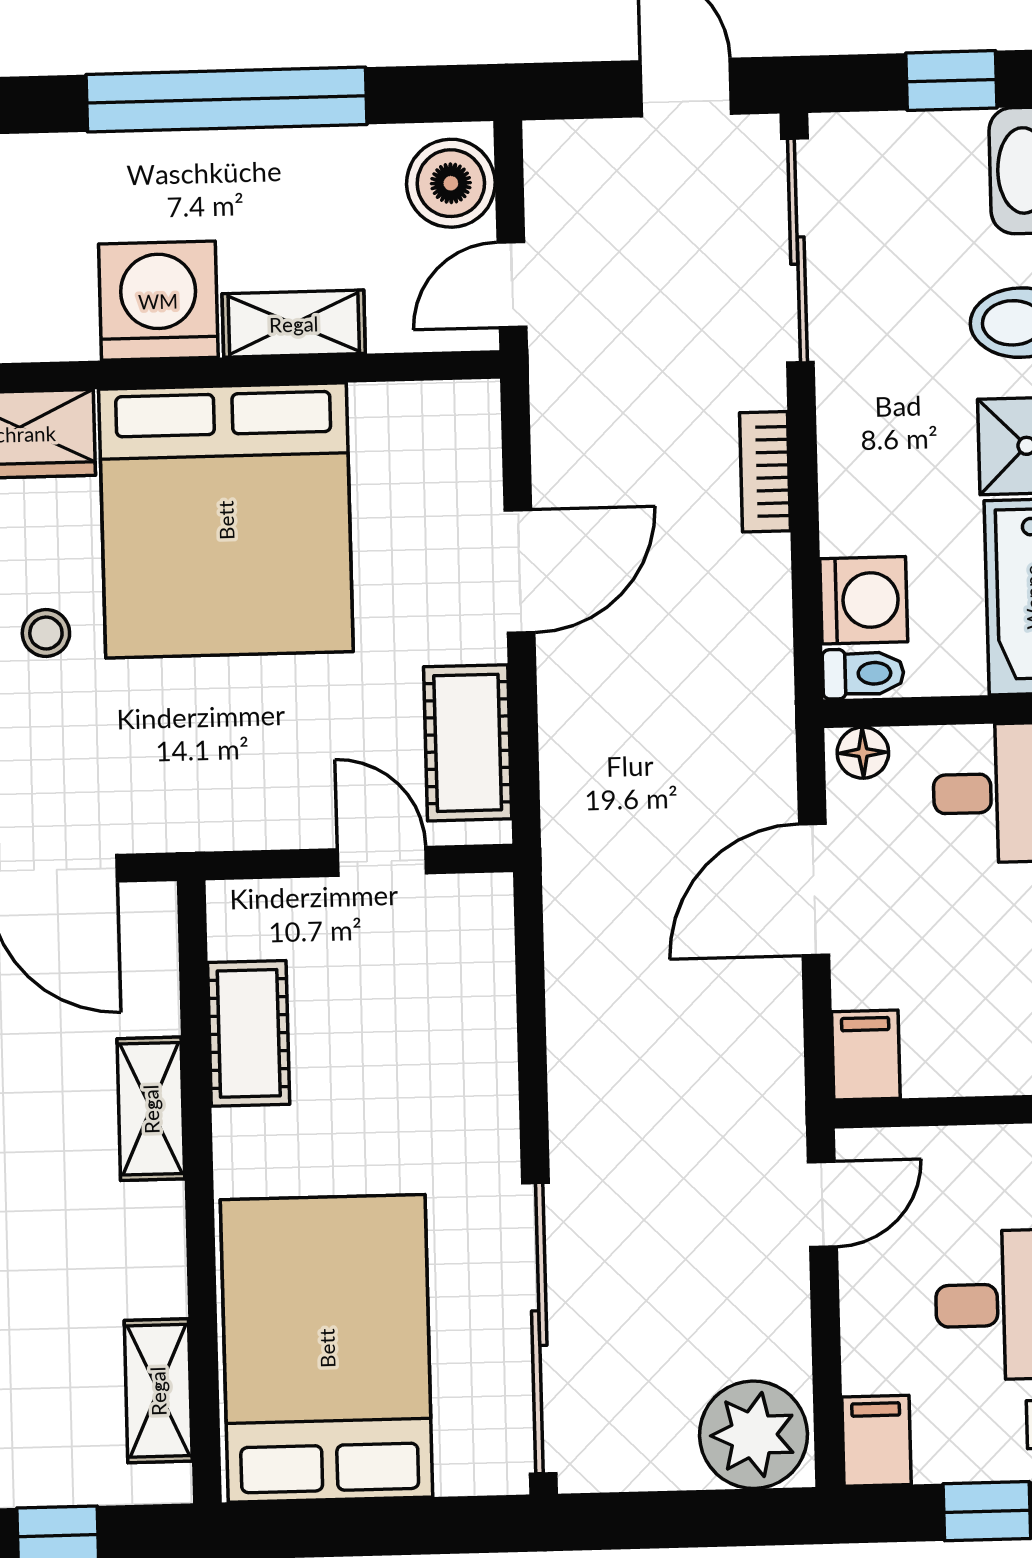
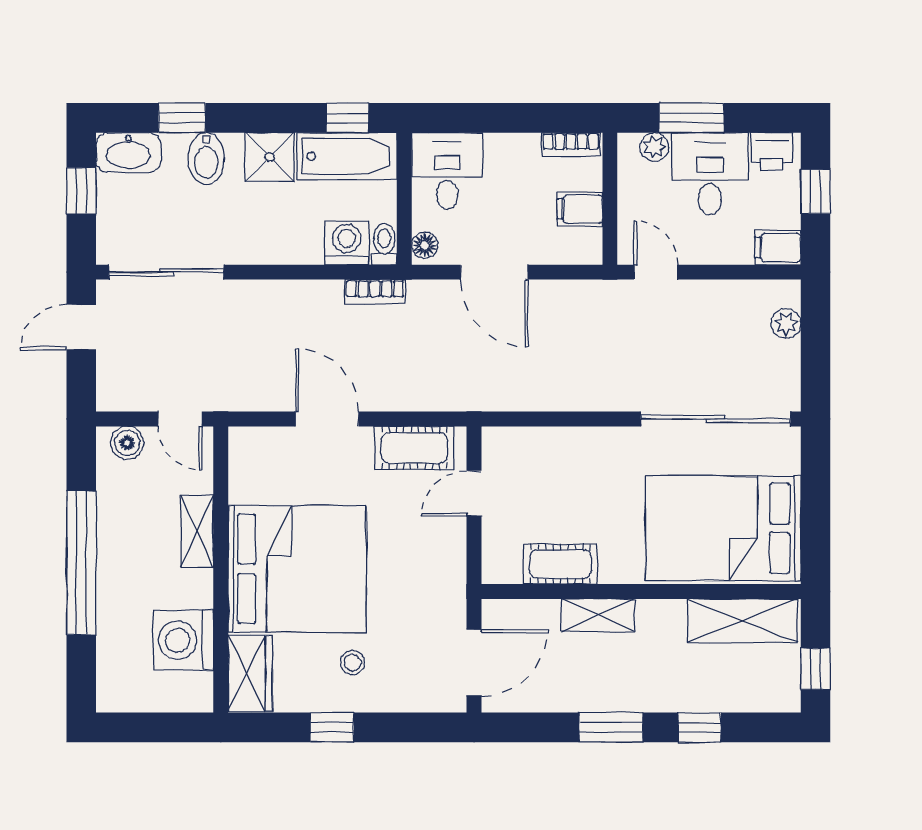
boiler: (451, 183) -> (127, 443), width x0.73, depth x0.73
washing machine: (158, 301) -> (183, 640), moved
bookcase: (765, 472) -> (375, 292), moved
filing cabinet: (866, 1055) -> (580, 209), moved
shelving: (158, 1391) -> (743, 621), width x1.50, depth x1.33
plant: (754, 1435) -> (786, 323), width x0.53, depth x0.53

